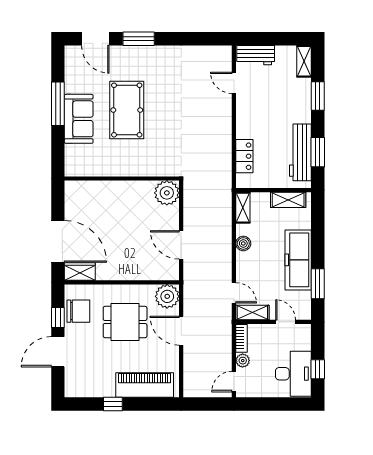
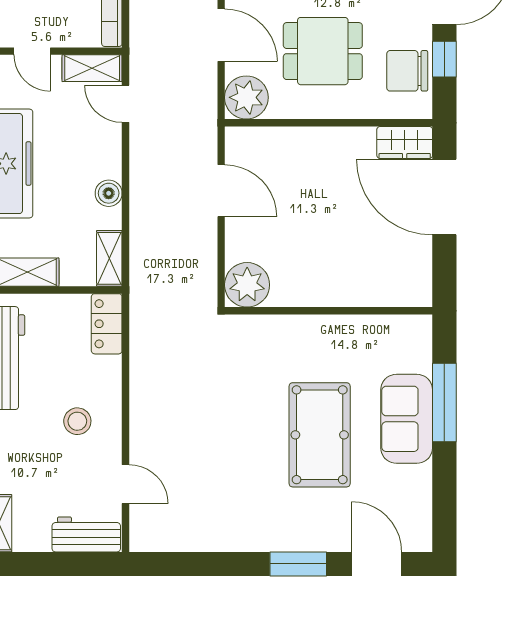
window: (58, 104) -> (444, 402), moved
stool: (261, 118) -> (77, 421), added
locker: (244, 156) -> (107, 324), moved

